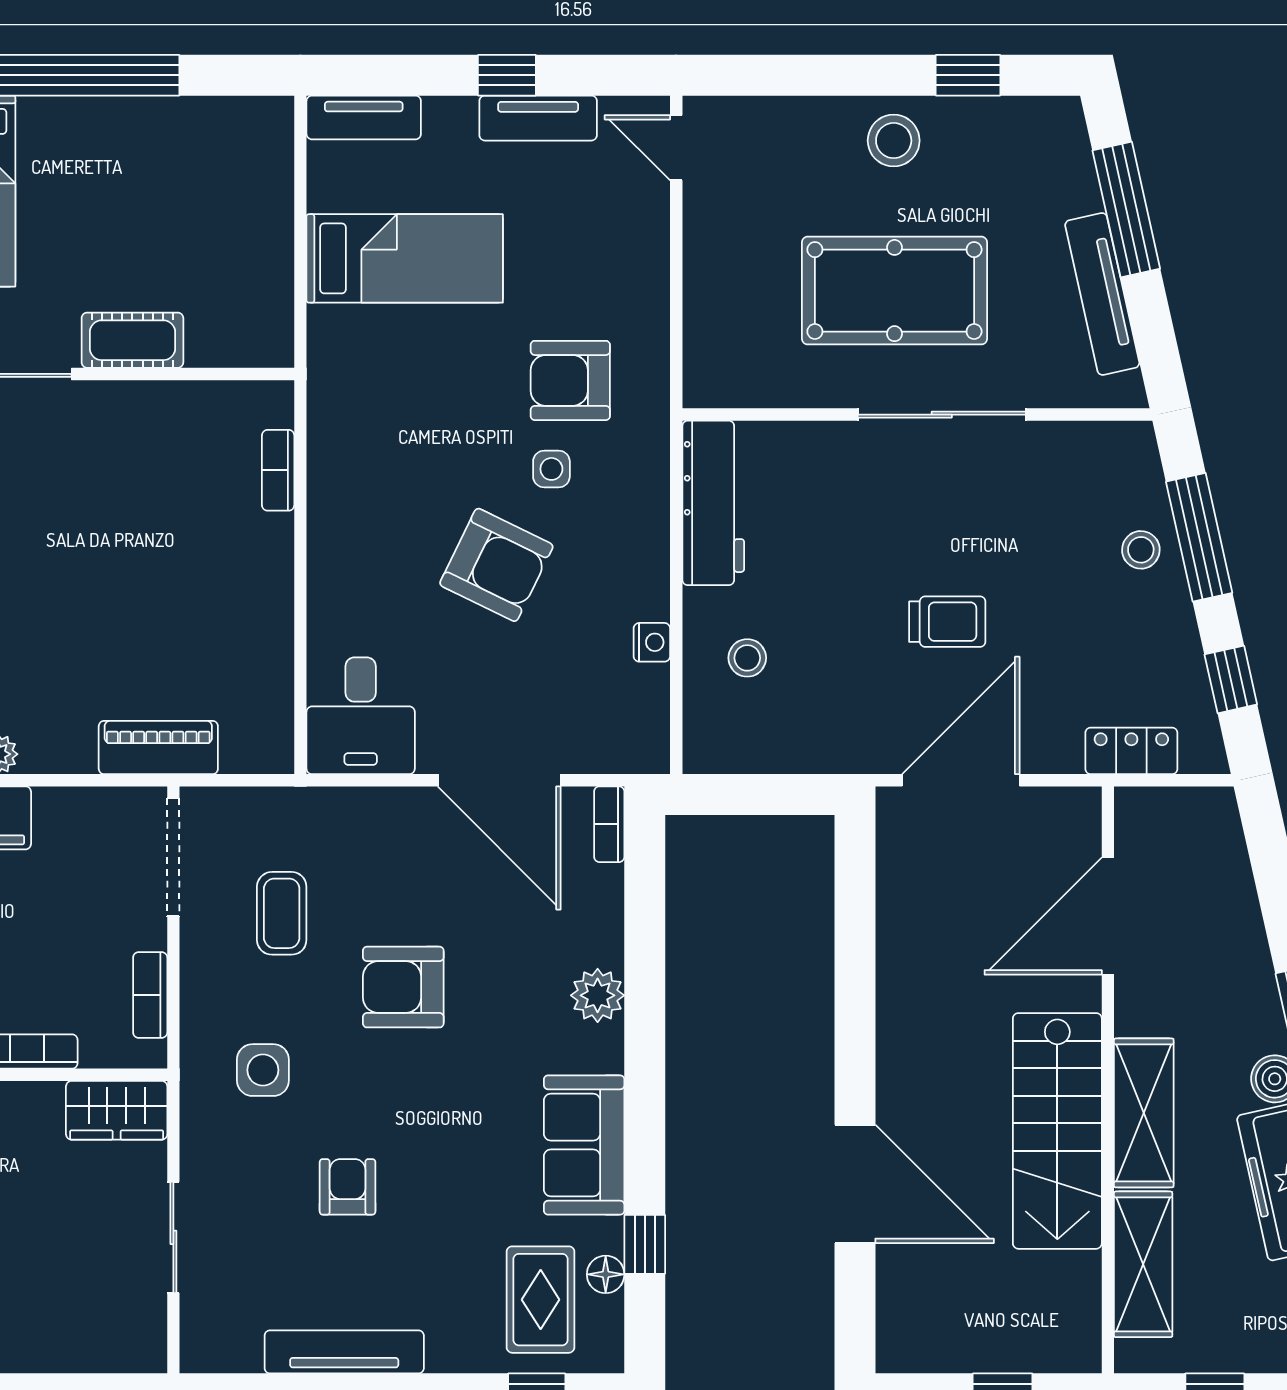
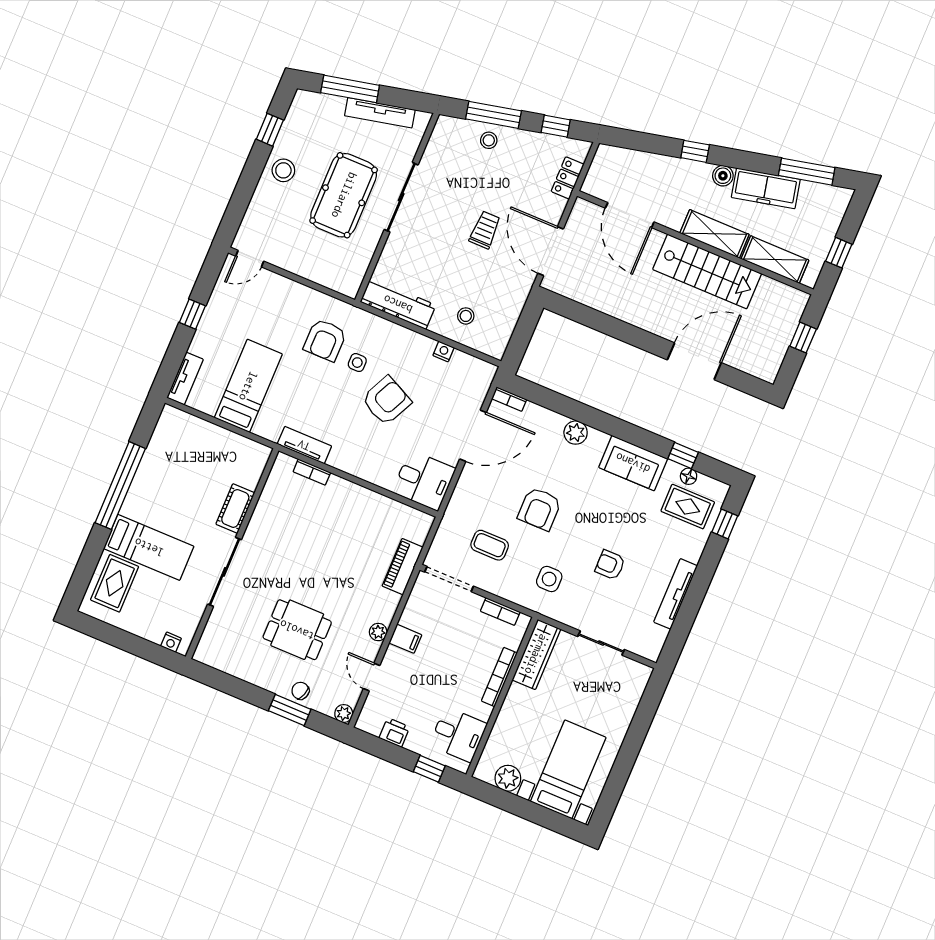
tv unit: (538, 118) -> (304, 445), moved, turned -90
wardrobe: (117, 1110) -> (536, 654), width x1.50

